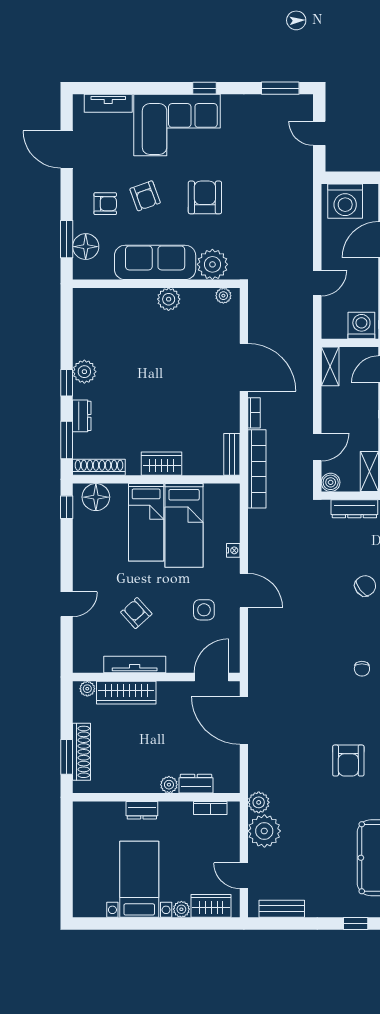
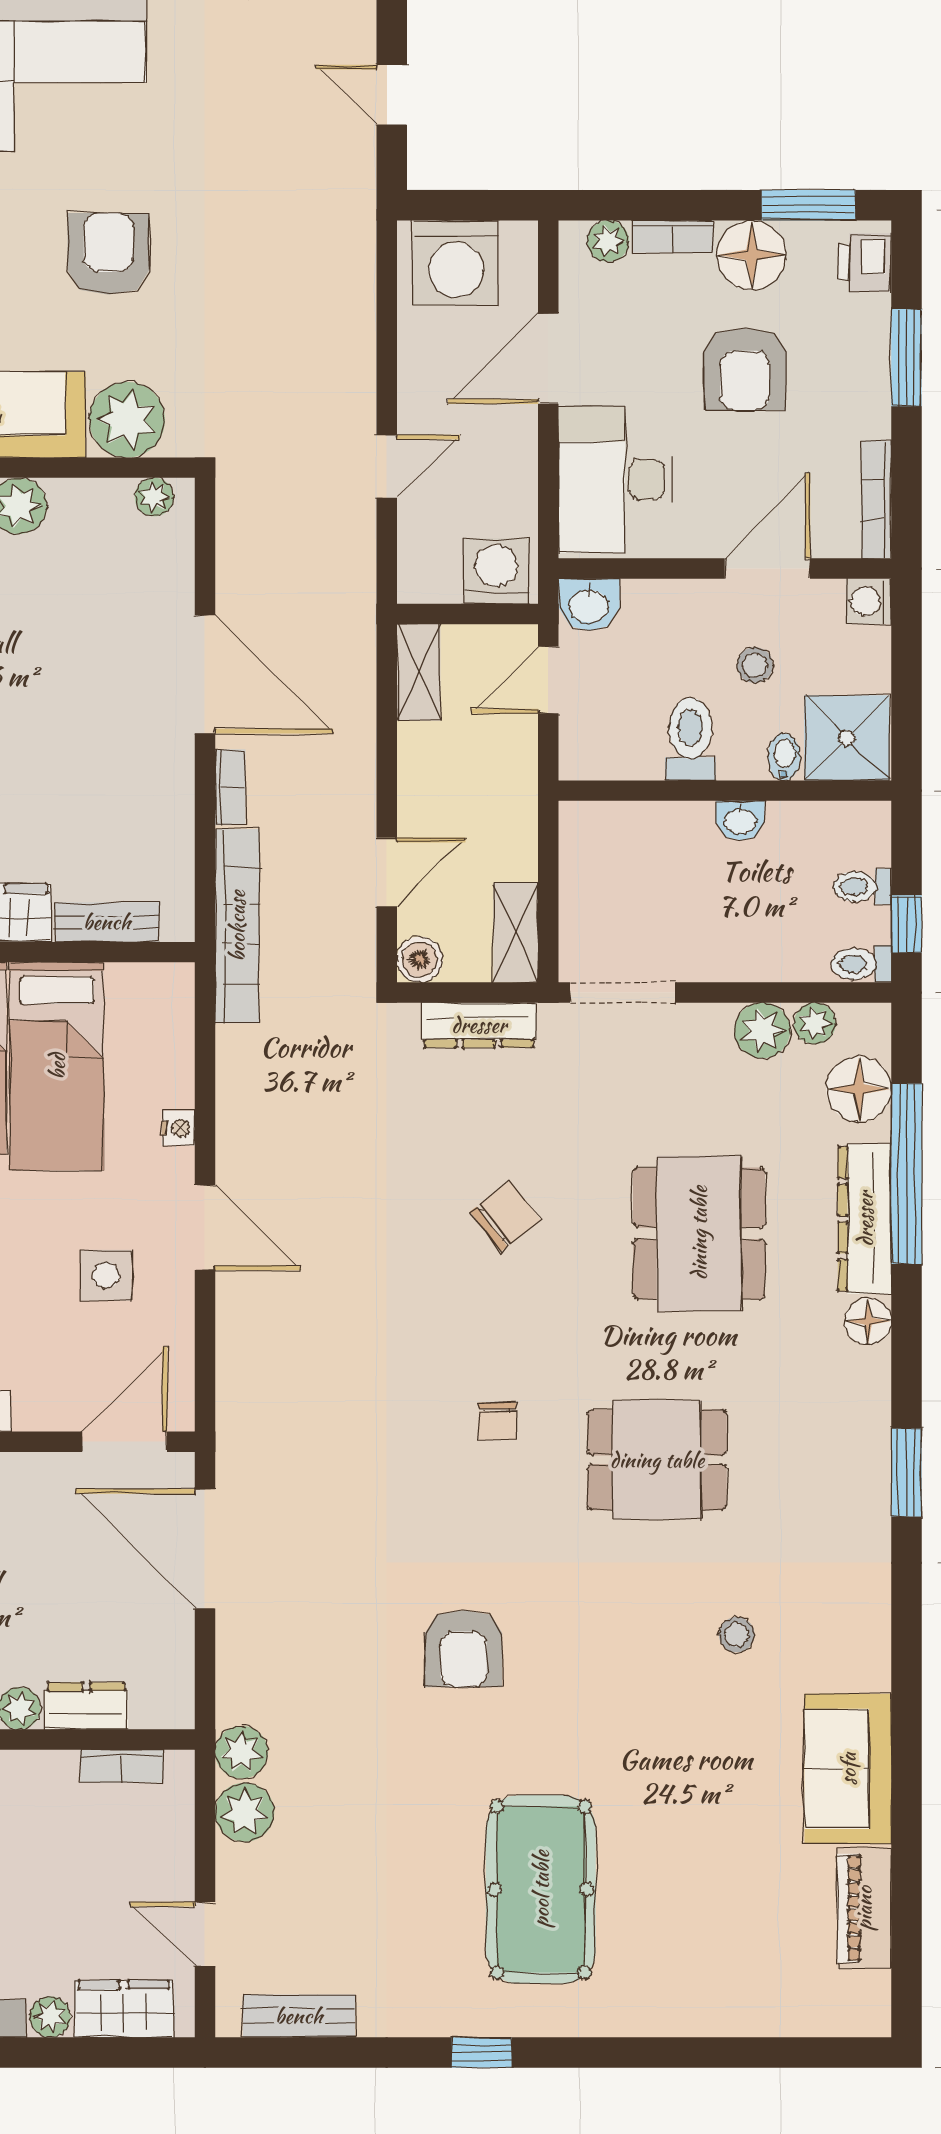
bench: (232, 454) -> (107, 922), moved, turned 90
plant: (264, 831) -> (245, 1812), width x0.73, depth x0.73

